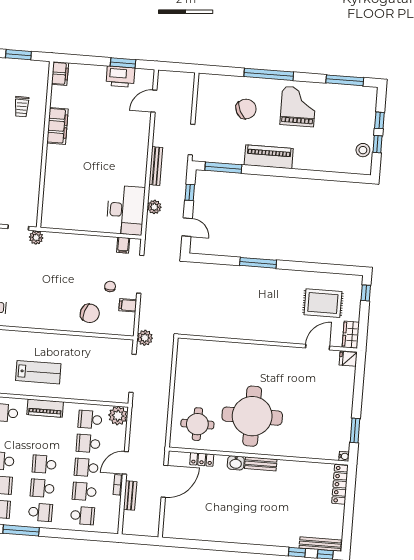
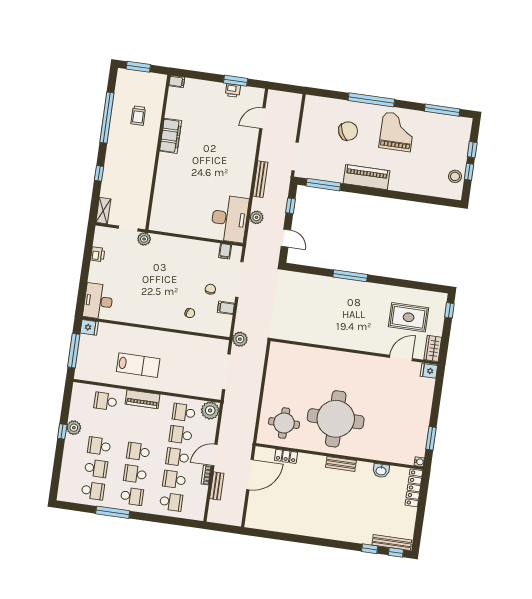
filing cabinet: (60, 73) -> (177, 82), width x0.50
printer: (120, 77) -> (233, 90), width x0.53, depth x0.68
chair: (90, 313) -> (190, 313), width x0.54, depth x0.54
washbasin: (236, 463) -> (381, 471), moved

